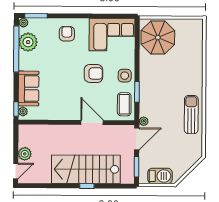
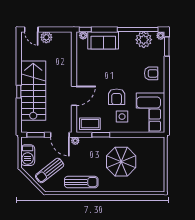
parasol: (158, 38) -> (121, 162), moved
side table: (125, 76) -> (122, 117), moved
sun lounger: (178, 151) -> (50, 170), added

